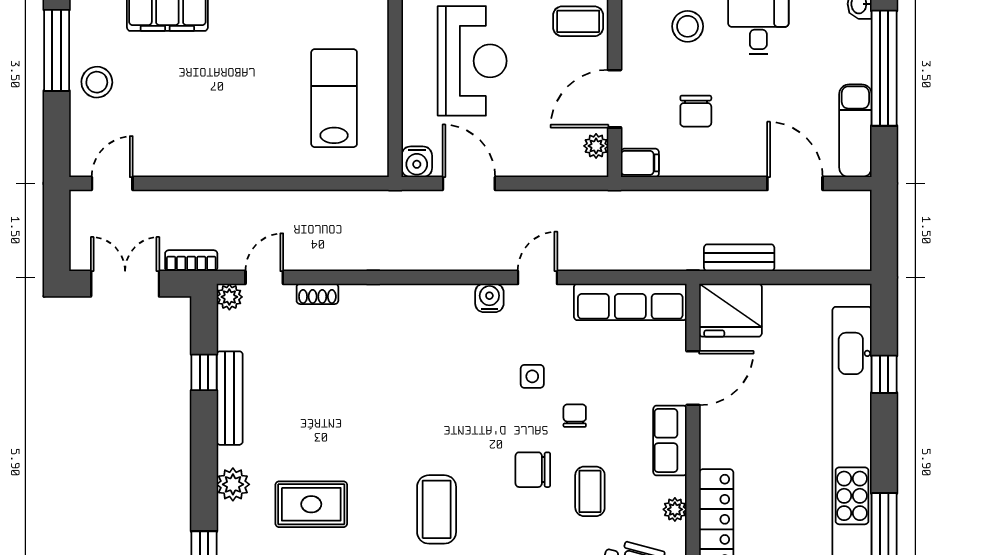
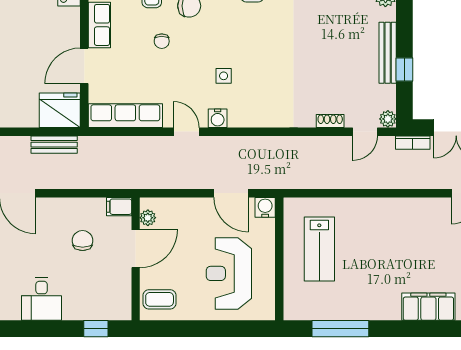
stool: (688, 26) -> (88, 296), removed
door: (537, 277) -> (186, 132), swing flipped
side table: (532, 376) -> (224, 76), moved

